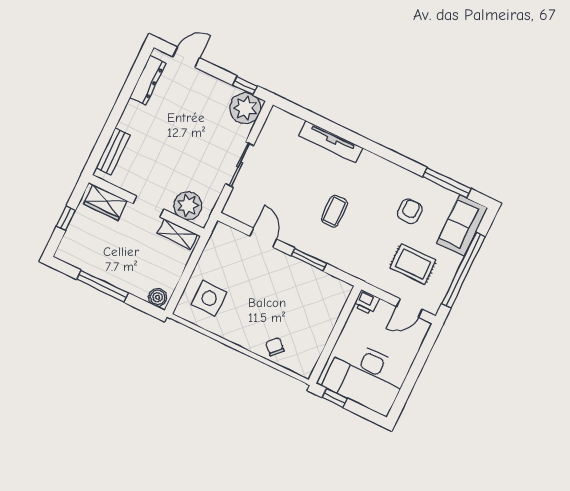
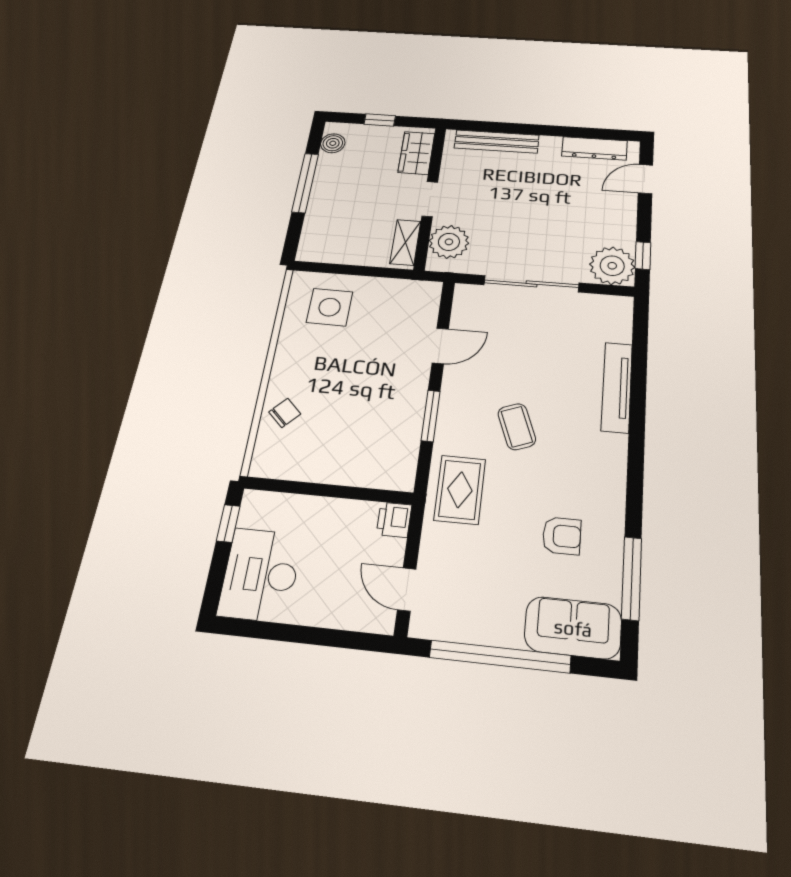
door: (186, 57) -> (646, 179), swing flipped
bench: (113, 151) -> (497, 142), width x1.36
sliding door: (240, 165) -> (531, 284), width x1.37
coffee table: (334, 211) -> (517, 427), turned 69
rug: (413, 264) -> (460, 490), moved
boiler: (158, 297) -> (333, 143), moved
desk: (366, 377) -> (260, 575), width x0.73, depth x0.77

